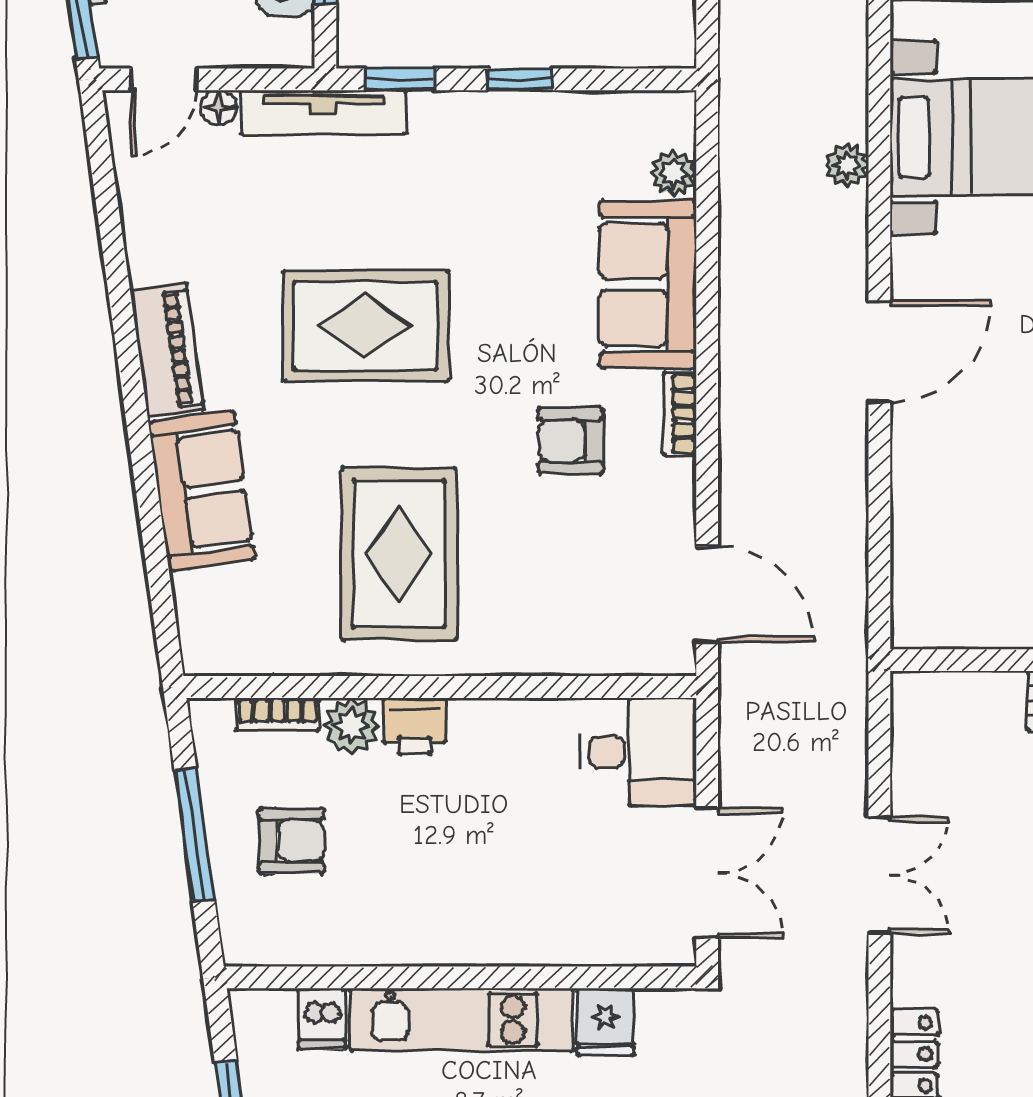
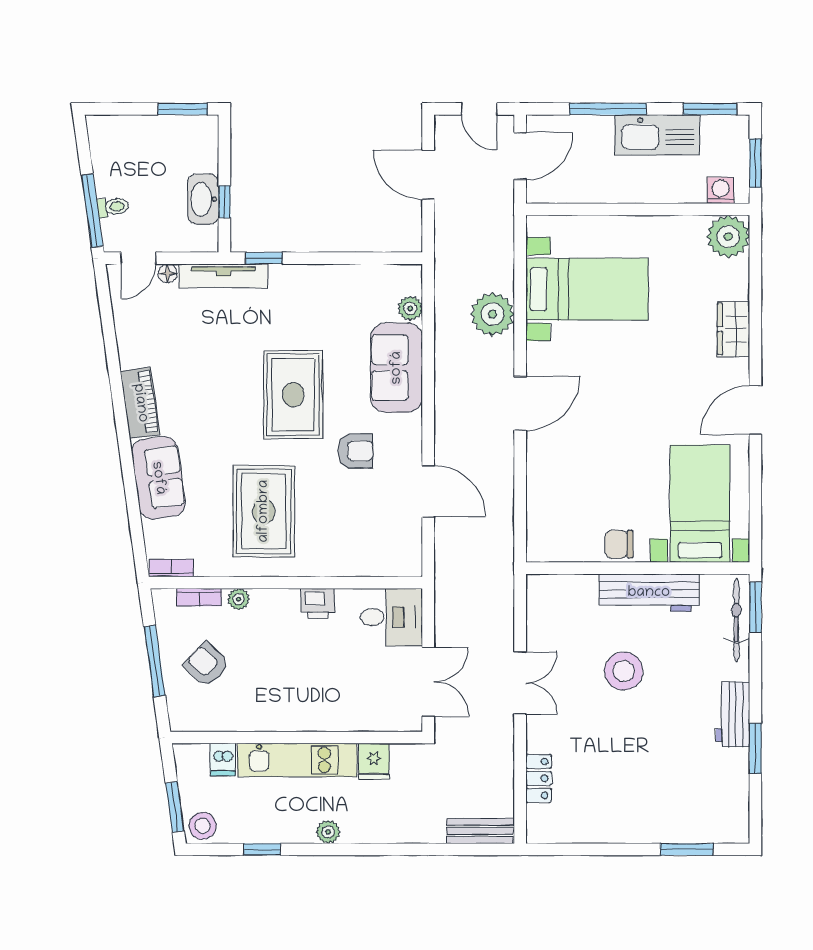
window: (519, 79) -> (328, 258), removed
plant: (847, 165) -> (492, 314), width x1.87, depth x1.87
rug: (365, 326) -> (293, 395), moved, turned 90
bookcase: (680, 414) -> (171, 568), moved, turned 90
armchair: (571, 441) -> (355, 451), turned 180
door: (707, 594) -> (428, 491), moved
plant: (352, 726) -> (238, 599), width x0.73, depth x0.73
printer: (415, 726) -> (318, 603), moved
armchair: (292, 841) -> (206, 665), turned -136

